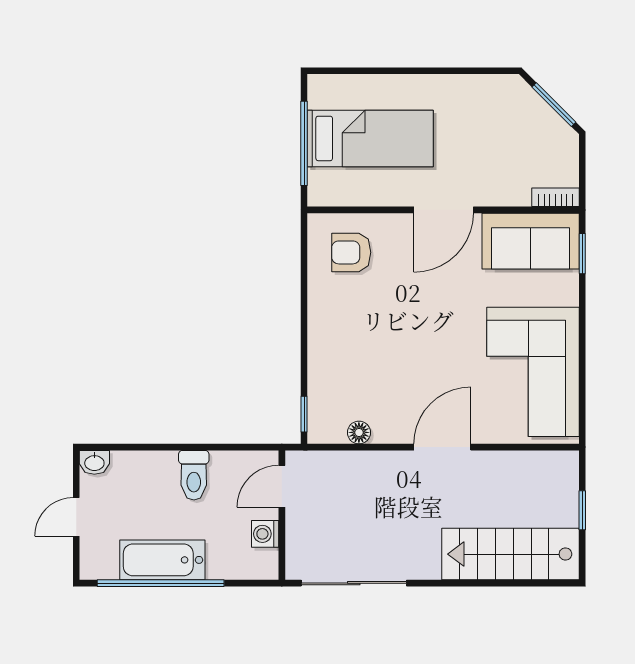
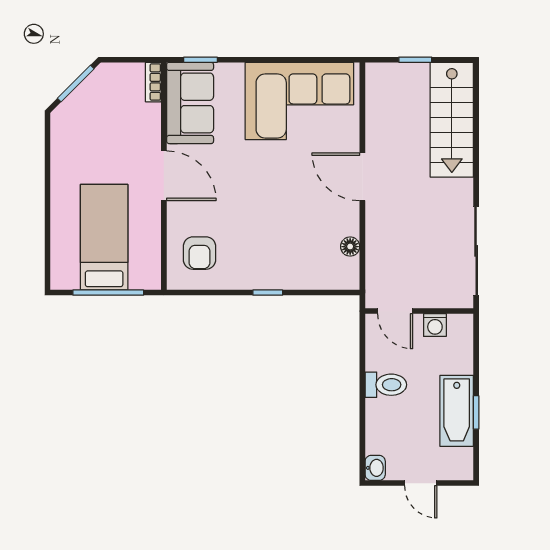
window: (304, 414) -> (268, 293), moved
window: (161, 583) -> (476, 412), width x0.32

